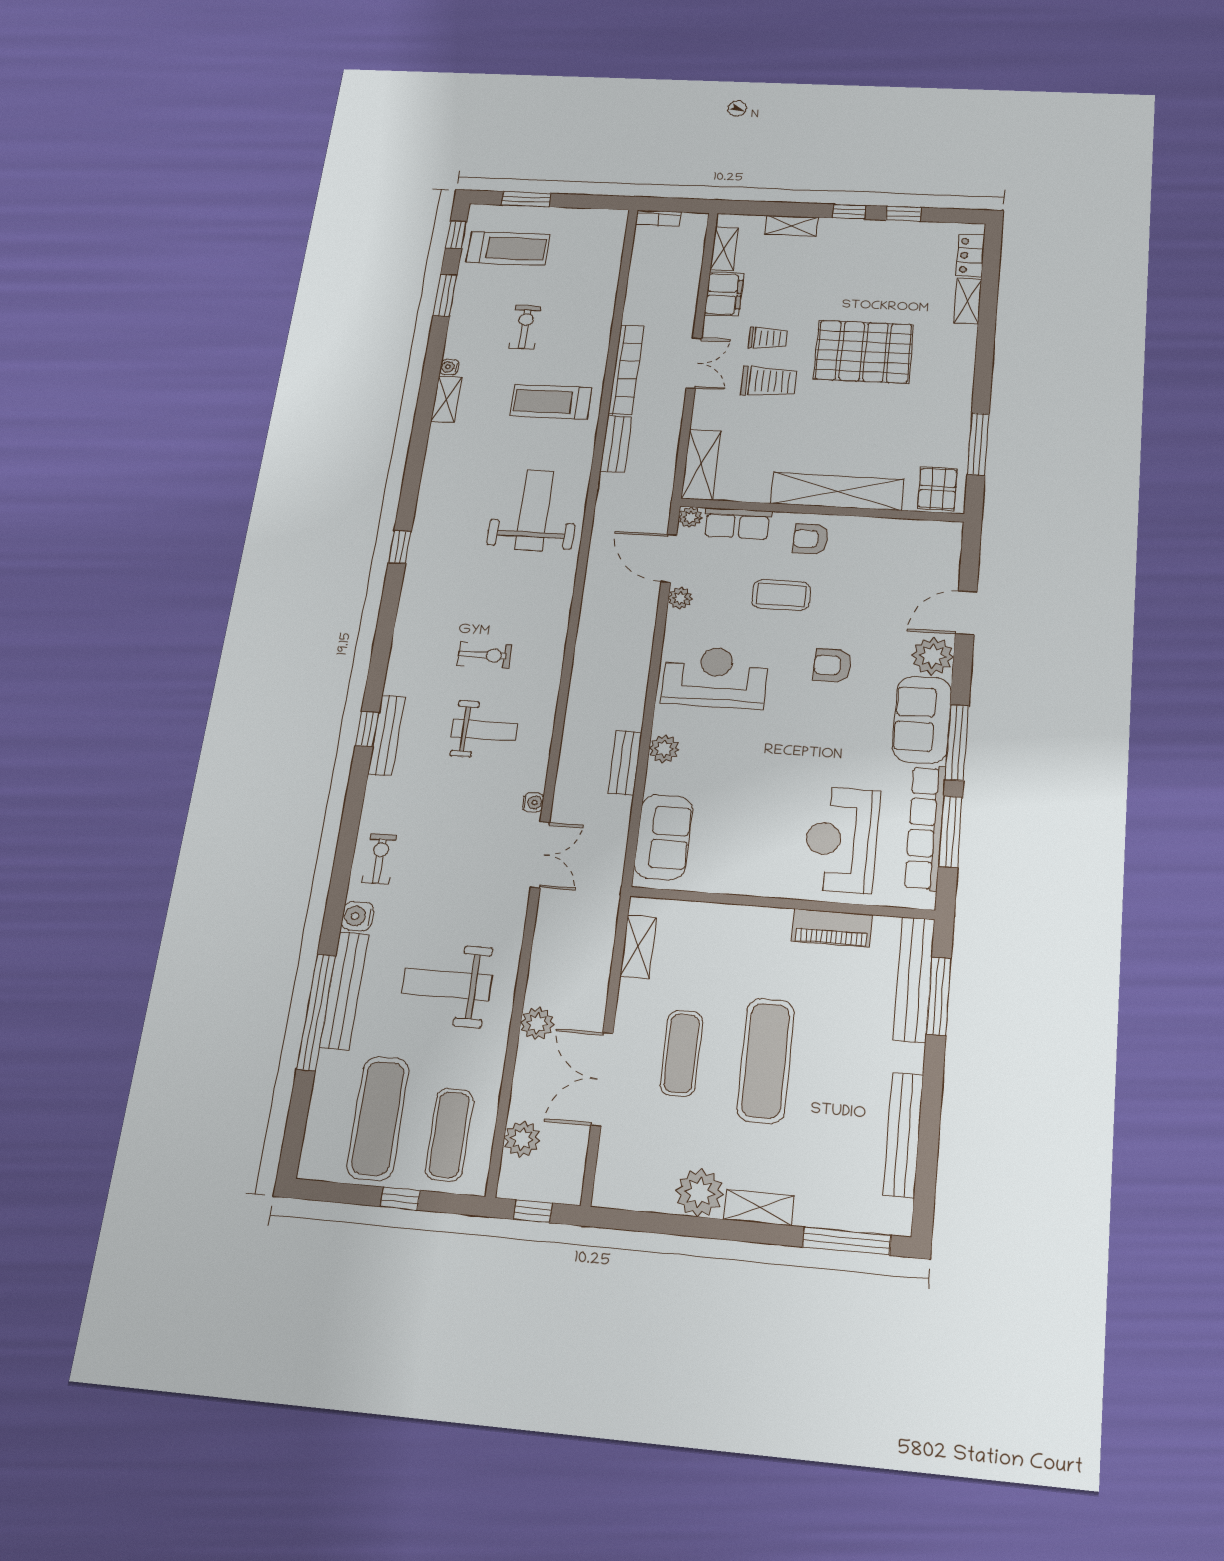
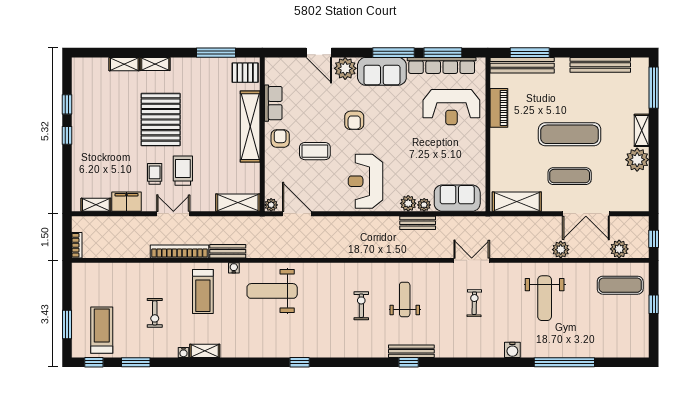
shelving: (791, 226) -> (155, 64), moved, turned 90
locker: (970, 256) -> (94, 65), removed
exercise bike: (525, 327) -> (155, 313), turned -90
row of seats: (737, 523) -> (273, 103), moved
armchair: (810, 539) -> (280, 138), turned 180
door: (669, 558) -> (297, 214), swing flipped
coffee table: (781, 595) -> (315, 151), turned 90
plant: (680, 598) -> (424, 205), moved
water cooler: (533, 802) -> (234, 268), moved
exercise bike: (379, 859) -> (474, 303), moved, turned 91
shelving: (638, 947) -> (517, 202), width x1.50, depth x1.33
bench: (344, 990) -> (552, 350), removed
exercise mat: (378, 1118) -> (615, 322), removed

